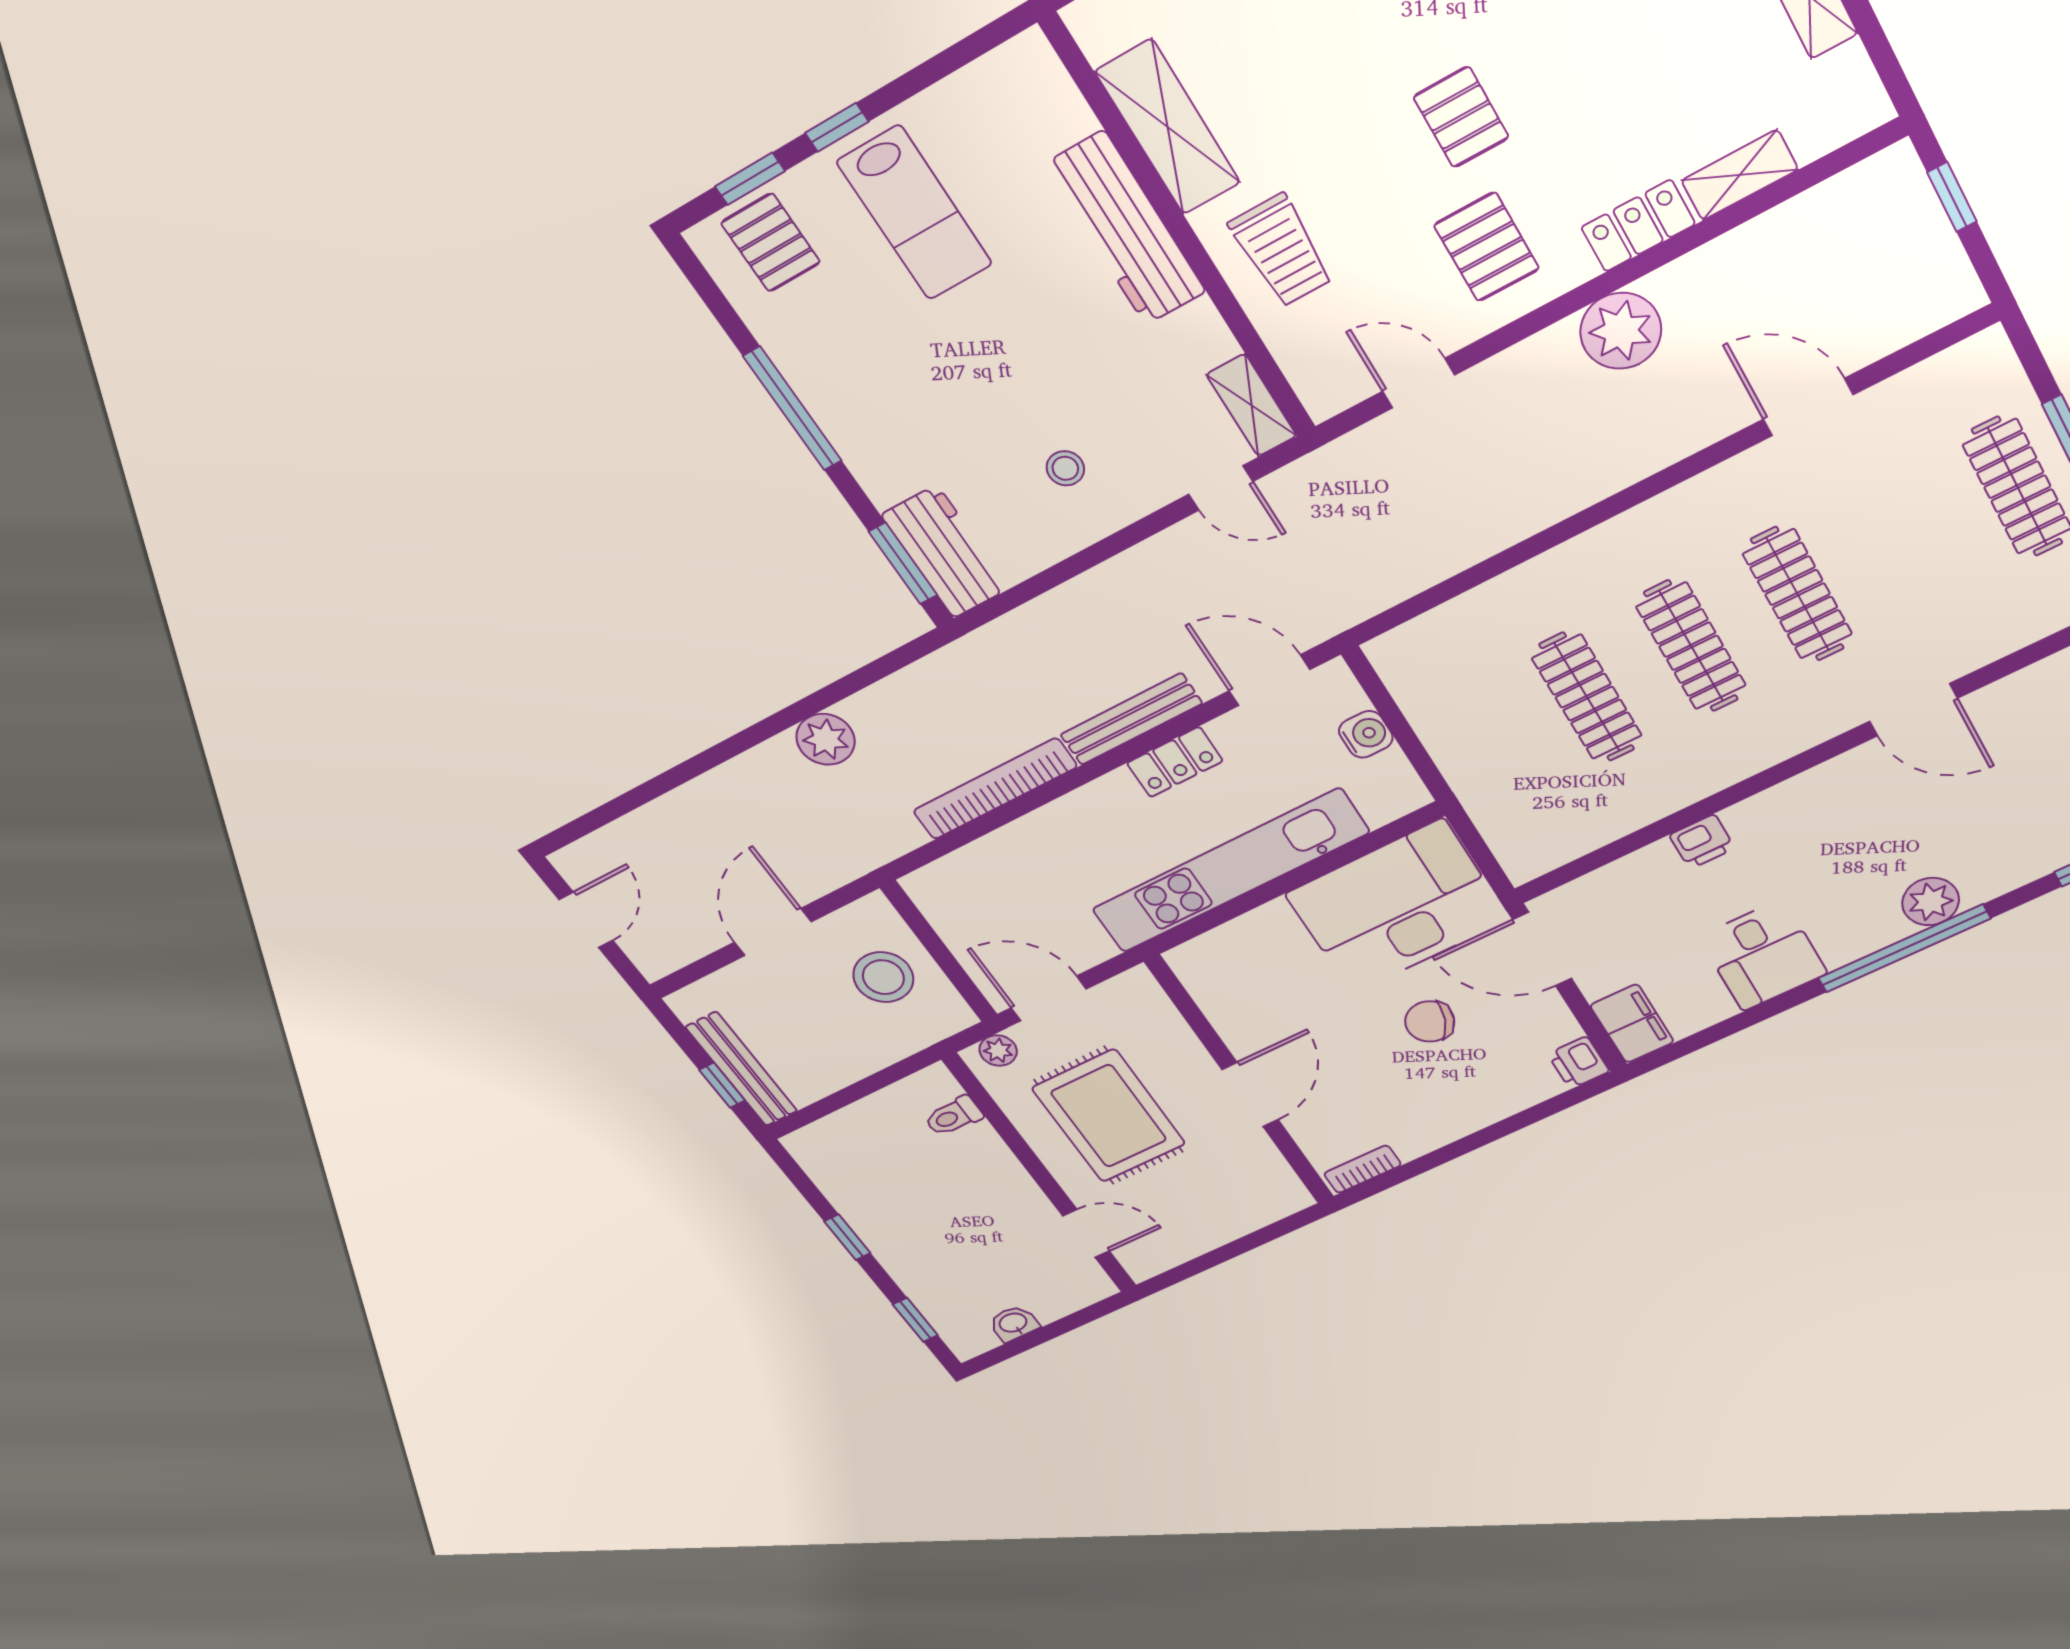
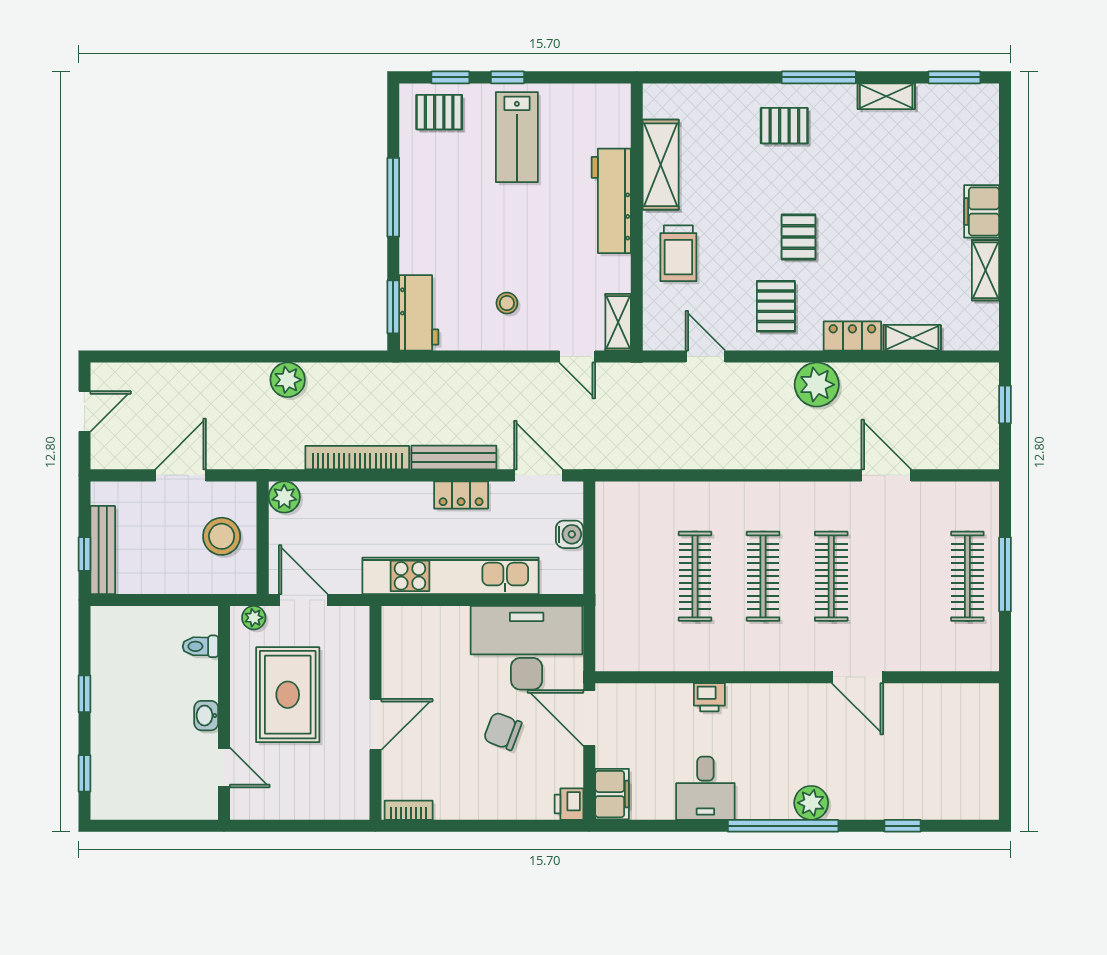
pallet: (771, 243) -> (439, 112), turned 90
plant: (931, 888) -> (284, 497), added
washbasin: (1014, 1323) -> (206, 716), moved, turned -90

